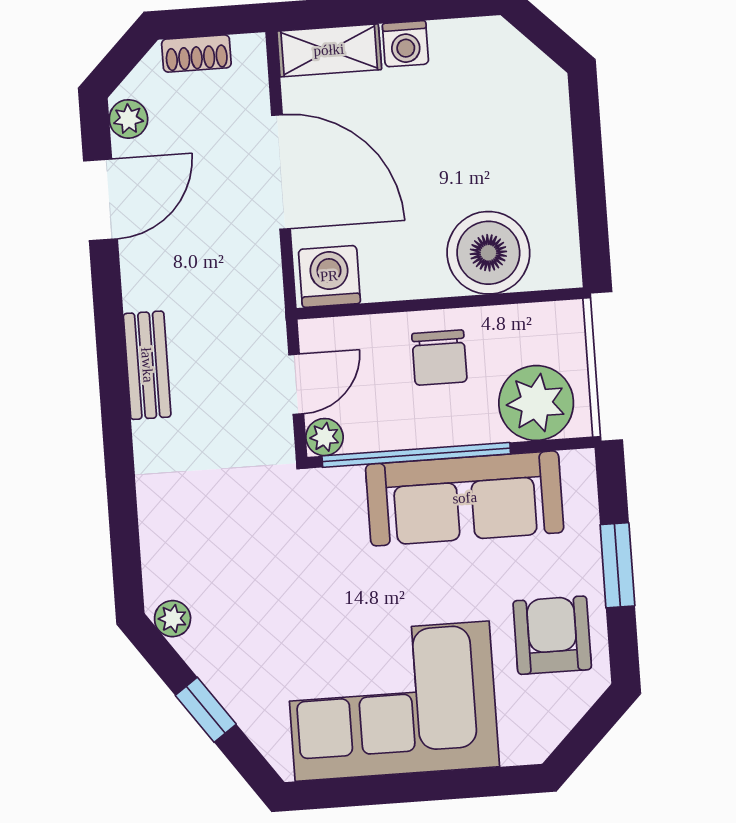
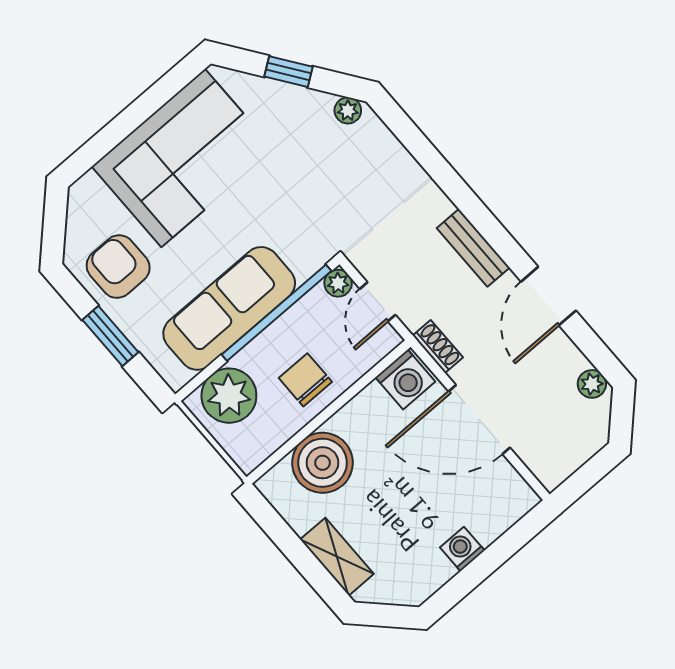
shelving: (329, 50) -> (337, 557), moved, turned 90
shoe rack: (196, 53) -> (438, 347), moved, turned 90
door: (100, 200) -> (548, 296), moved
armchair: (552, 635) -> (118, 267), turned 180

